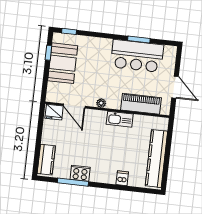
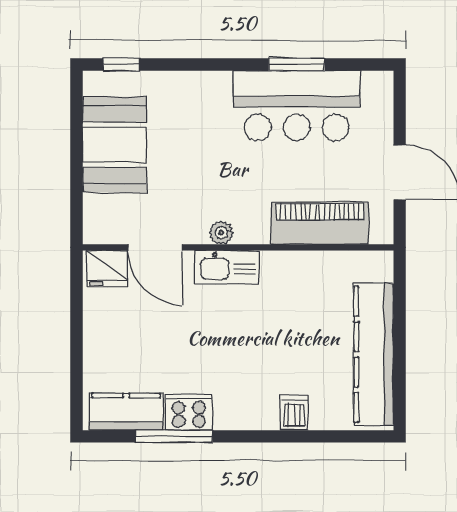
window: (48, 53) -> (76, 123), removed
kitchen sink: (120, 119) -> (227, 267), moved
kitchen counter: (46, 160) -> (126, 412), moved, turned -90

